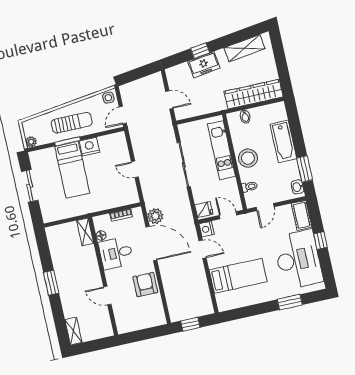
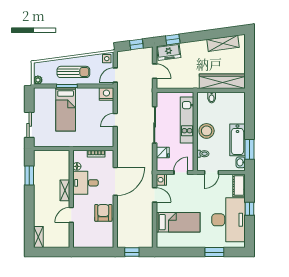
window: (200, 51) -> (173, 40), moved
freezer: (204, 65) -> (169, 52), moved
window: (140, 73) -> (136, 44), added
bathtub: (283, 141) -> (237, 140), moved
nightstand: (89, 147) -> (106, 94), moved
door: (135, 169) -> (115, 120), hinge flipped
sliding door: (30, 186) -> (29, 125), moved
fridge: (204, 209) -> (163, 153), moved
door: (228, 215) -> (181, 173), hinge flipped
plant: (155, 216) -> (123, 161), removed
shelving: (85, 232) -> (65, 190), moved
door: (151, 243) -> (115, 181), hinge flipped
window: (51, 283) -> (29, 175), moved
door: (107, 296) -> (71, 215), hinge flipped

